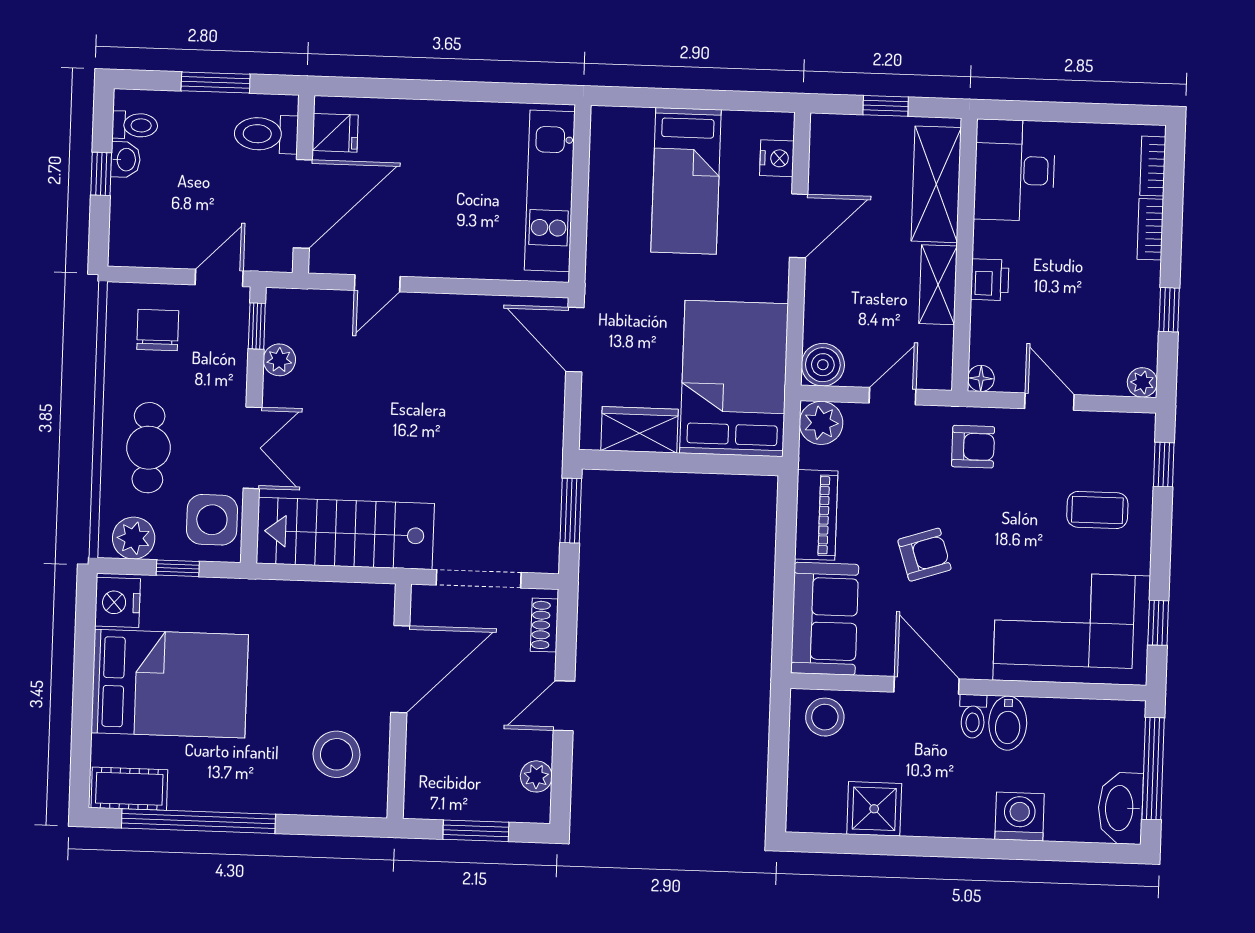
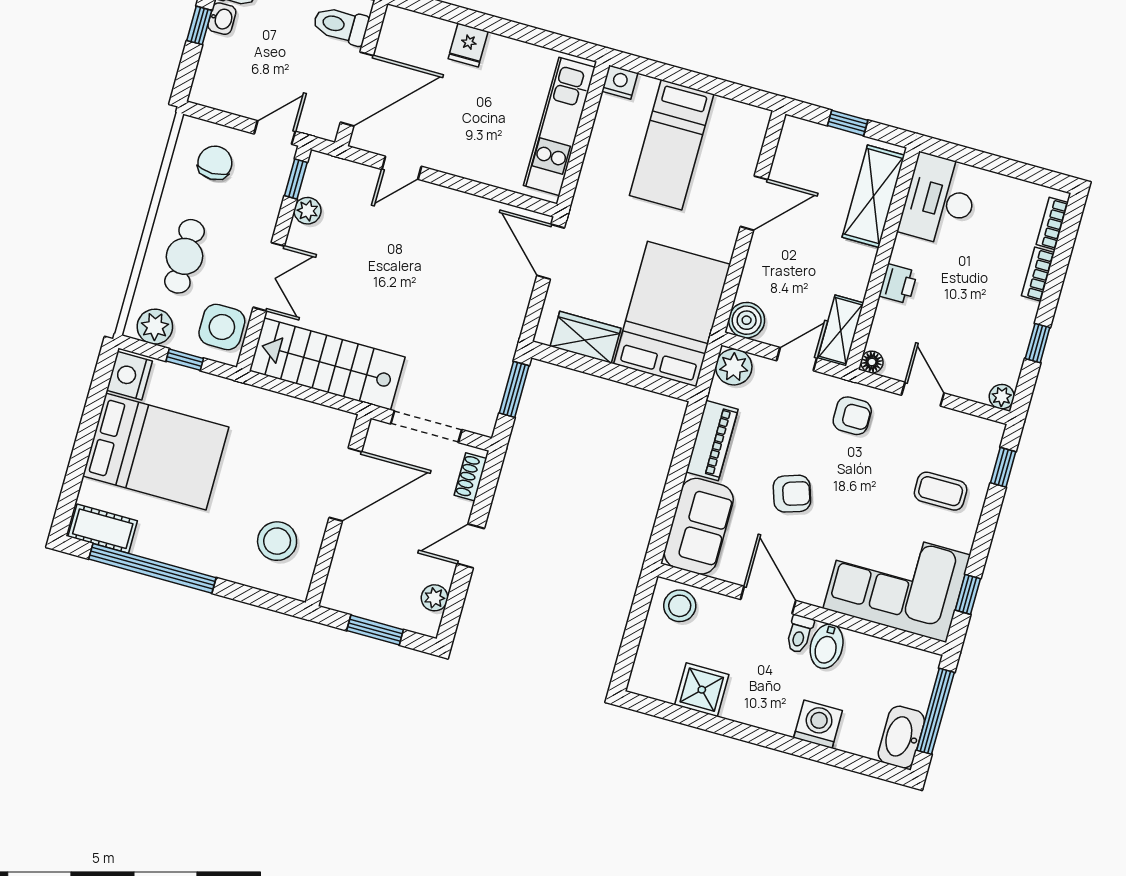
fridge: (335, 133) -> (468, 45), moved, turned 90
nightstand: (777, 158) -> (620, 82), moved, turned -90
shelving: (938, 285) -> (841, 331), moved

